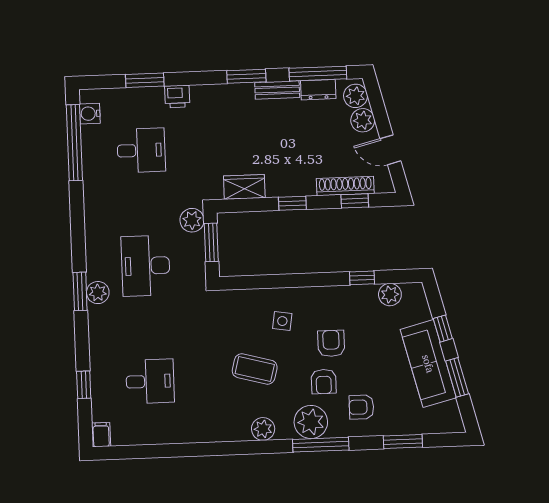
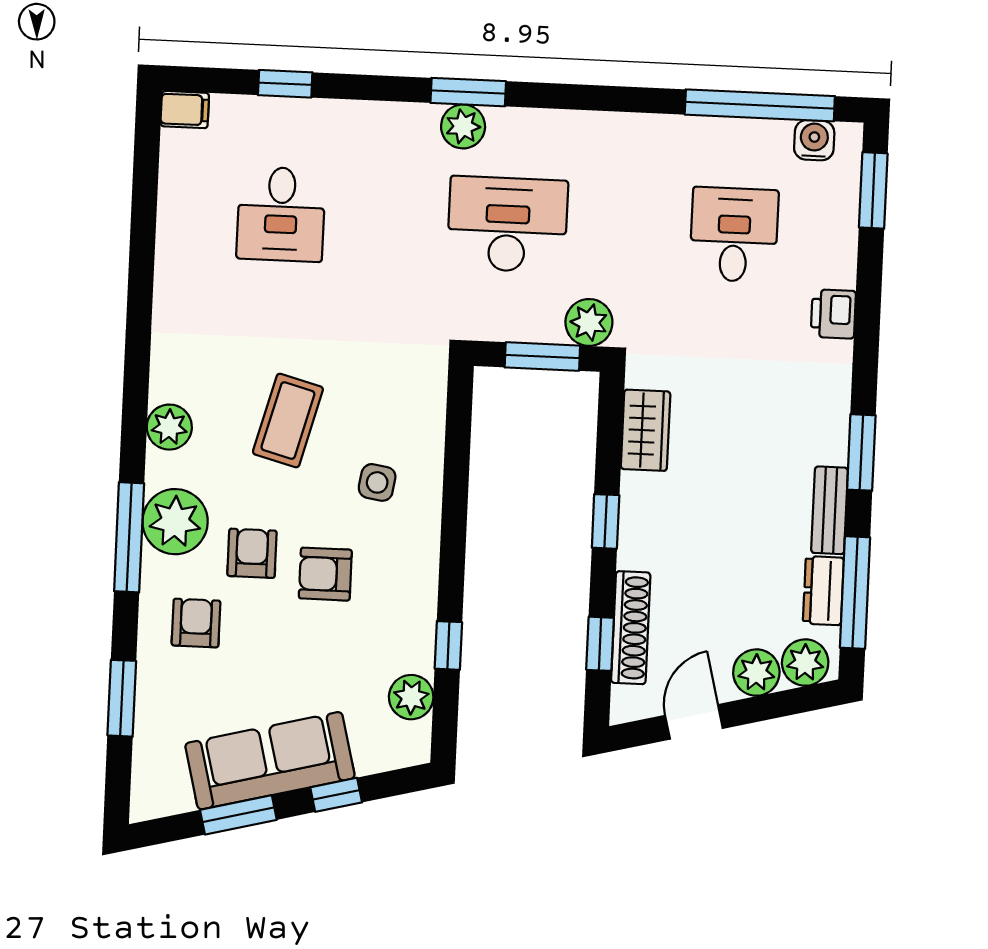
window: (145, 80) -> (873, 190), moved
desk: (141, 150) -> (734, 235), turned 180
armchair: (331, 343) -> (325, 574), turned 180
armchair: (324, 382) -> (252, 553), turned 90

